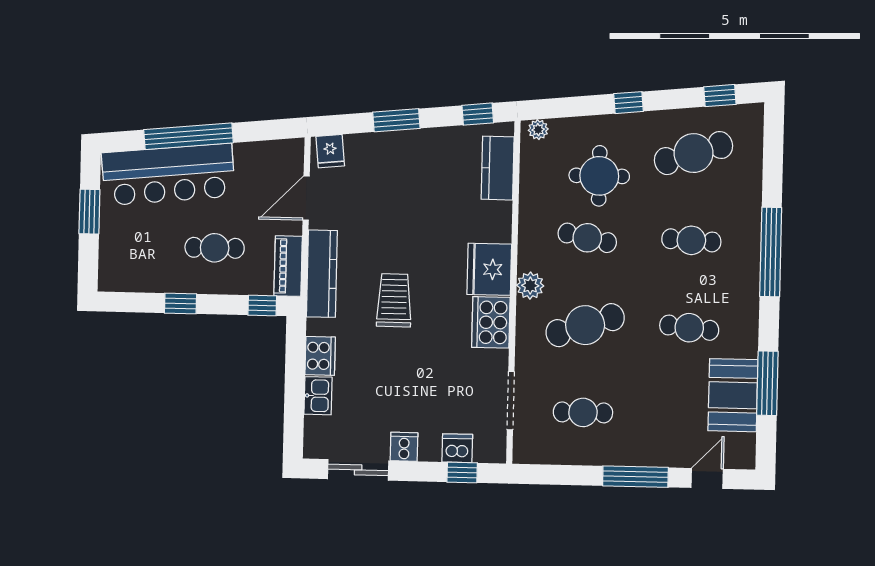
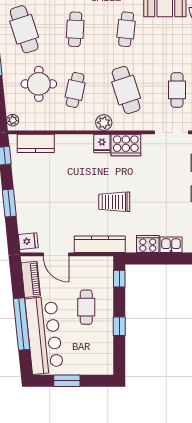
piano: (288, 266) -> (31, 279), moved, turned -96
fridge: (489, 269) -> (102, 144), width x0.53, depth x0.75

